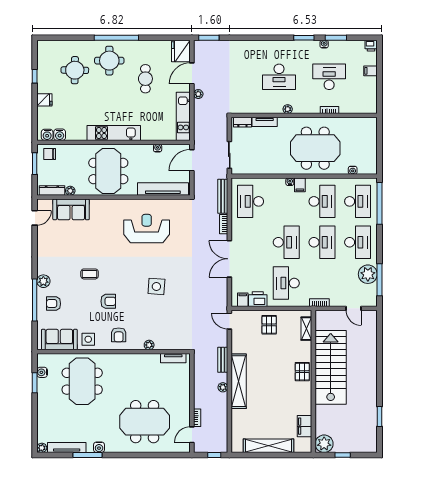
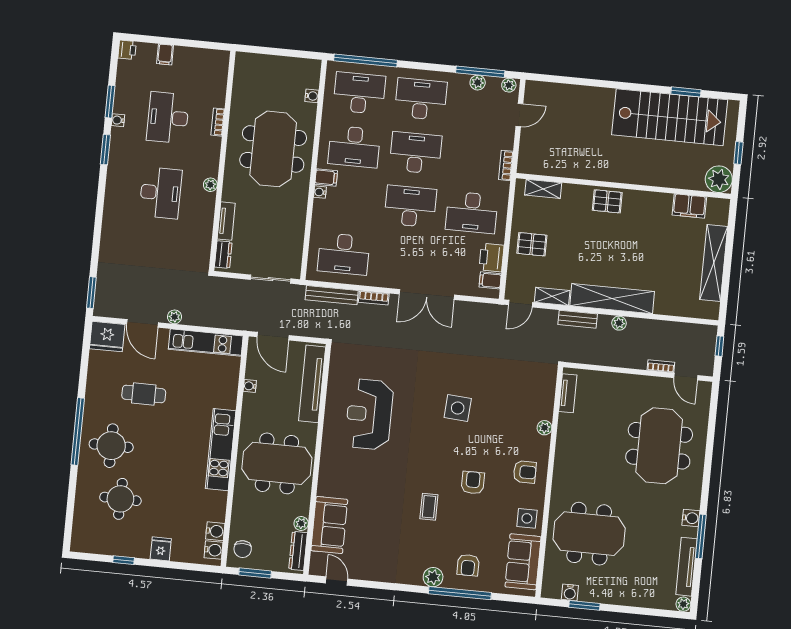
desk: (322, 201) -> (354, 147), turned 180
plant: (368, 274) -> (478, 83), width x0.53, depth x0.53
plant: (372, 299) -> (509, 85), added
shelving: (236, 342) -> (552, 296), added
stairs: (331, 367) -> (670, 117), moved, turned 180

